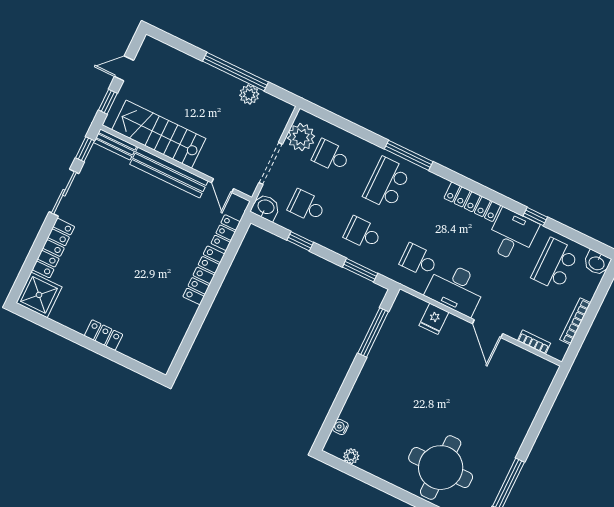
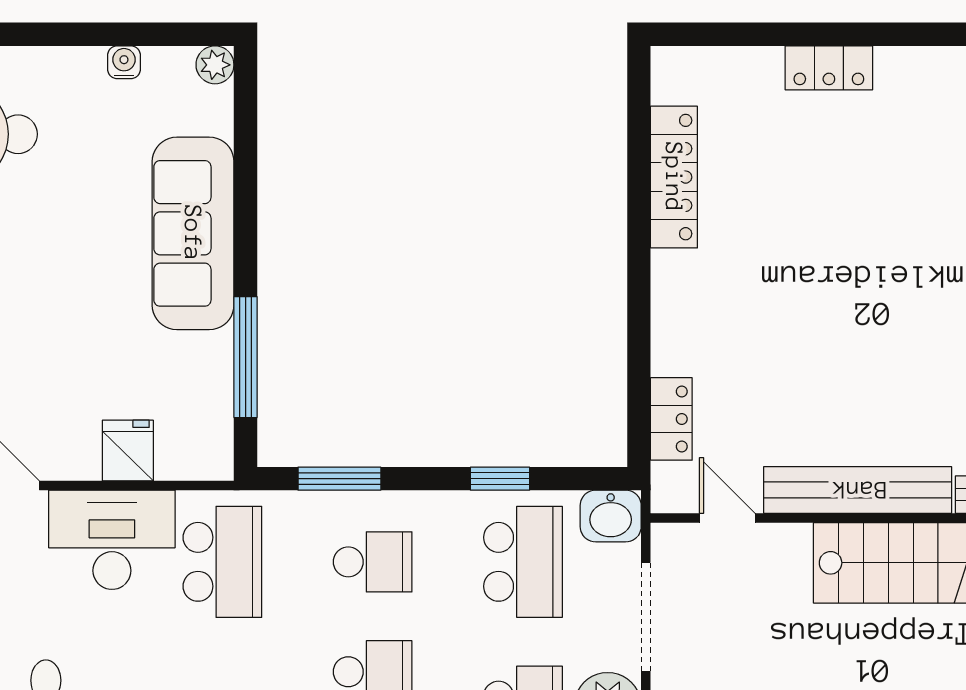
school desk: (307, 206) -> (523, 562), width x1.85
school desk: (419, 260) -> (222, 562), width x1.85
locker: (204, 275) -> (674, 177), moved
sofa: (370, 388) -> (193, 233), added
water cooler: (340, 427) -> (124, 62), moved, turned -90
plant: (351, 456) -> (215, 65), moved

